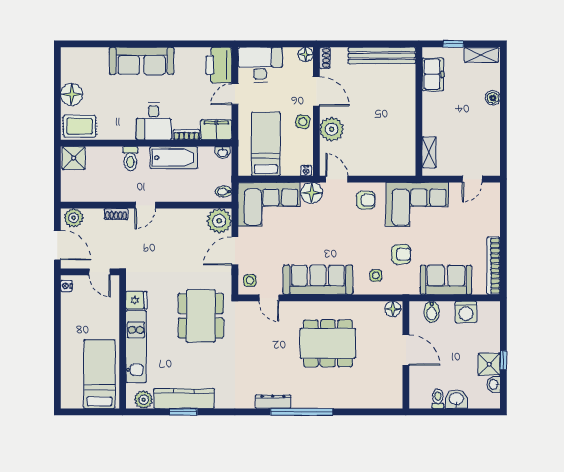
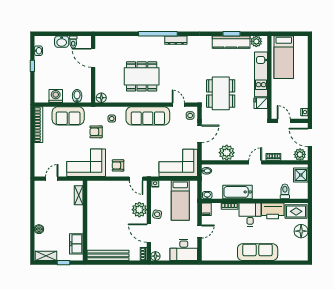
printer: (219, 65) -> (273, 211), moved, turned 90
filing cabinet: (216, 130) -> (206, 209), width x0.50
shower: (74, 158) -> (301, 175), moved
toilet: (130, 159) -> (285, 191), moved
floor lamp: (312, 193) -> (152, 170), removed
plant: (219, 221) -> (227, 153), moved
door: (406, 350) -> (93, 58), moved
shower: (489, 364) -> (41, 63), removed

